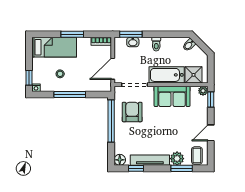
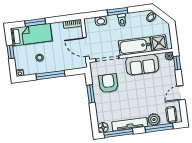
window: (72, 34) -> (35, 22), moved
window: (131, 34) -> (118, 11), moved
door: (113, 69) -> (86, 47), hinge flipped
window: (29, 78) -> (11, 52), moved
window: (111, 121) -> (91, 94), width x0.47
window: (136, 168) -> (118, 133), width x2.17
window: (182, 168) -> (159, 128), width x1.44

